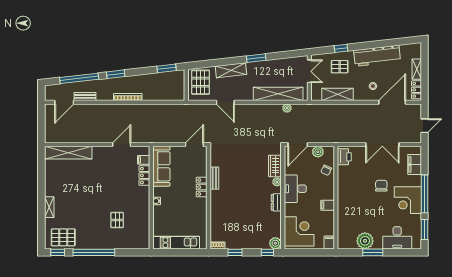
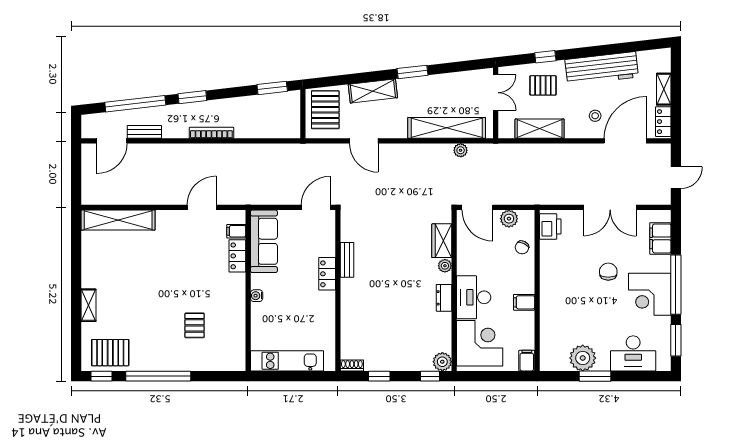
door: (298, 145) -> (477, 207), hinge flipped
desk: (295, 189) -> (474, 297), moved

